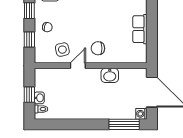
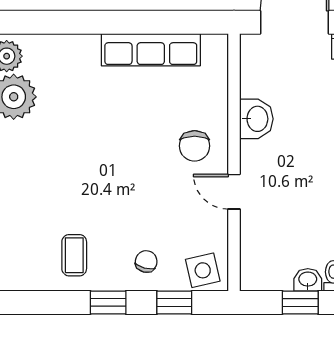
row of seats: (140, 29) -> (151, 50), width x1.48
side table: (62, 50) -> (203, 270), moved

